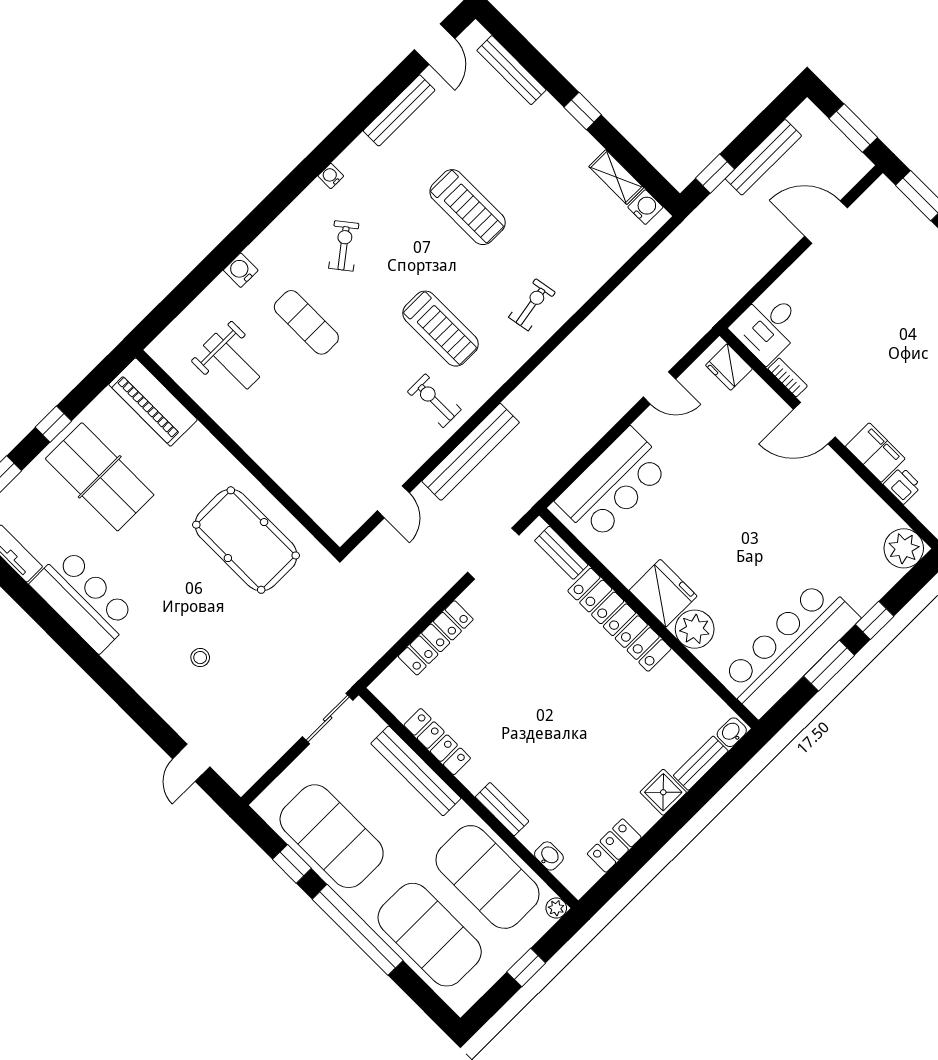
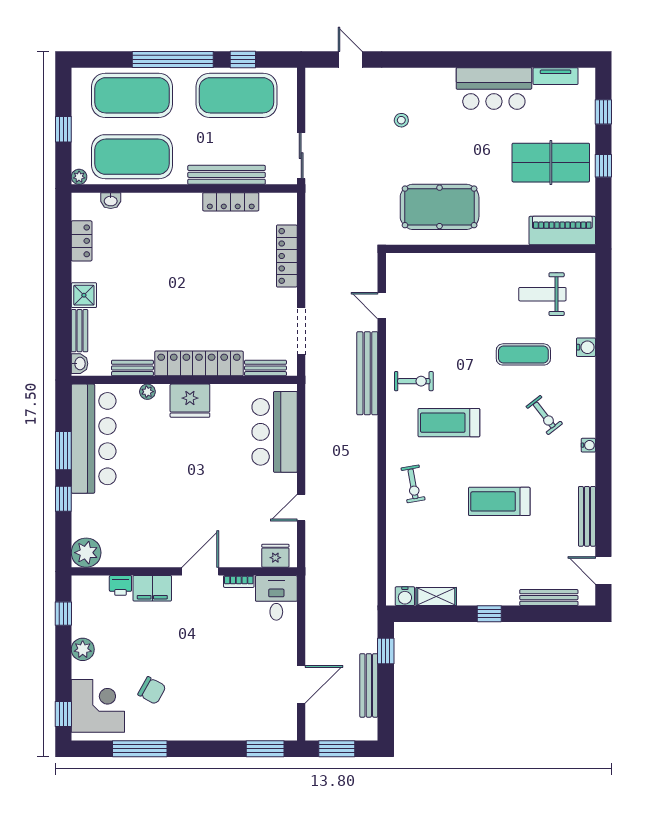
plant: (695, 629) -> (147, 392), width x0.53, depth x0.53
bench: (502, 809) -> (132, 368), moved

